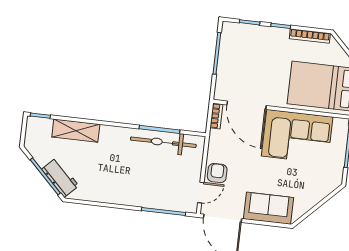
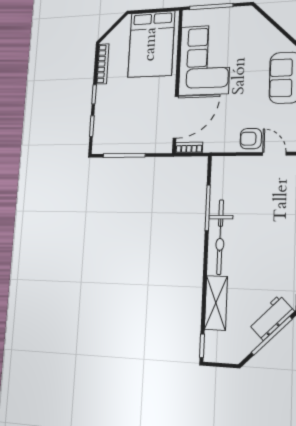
bicycle: (163, 142) -> (220, 237), moved

